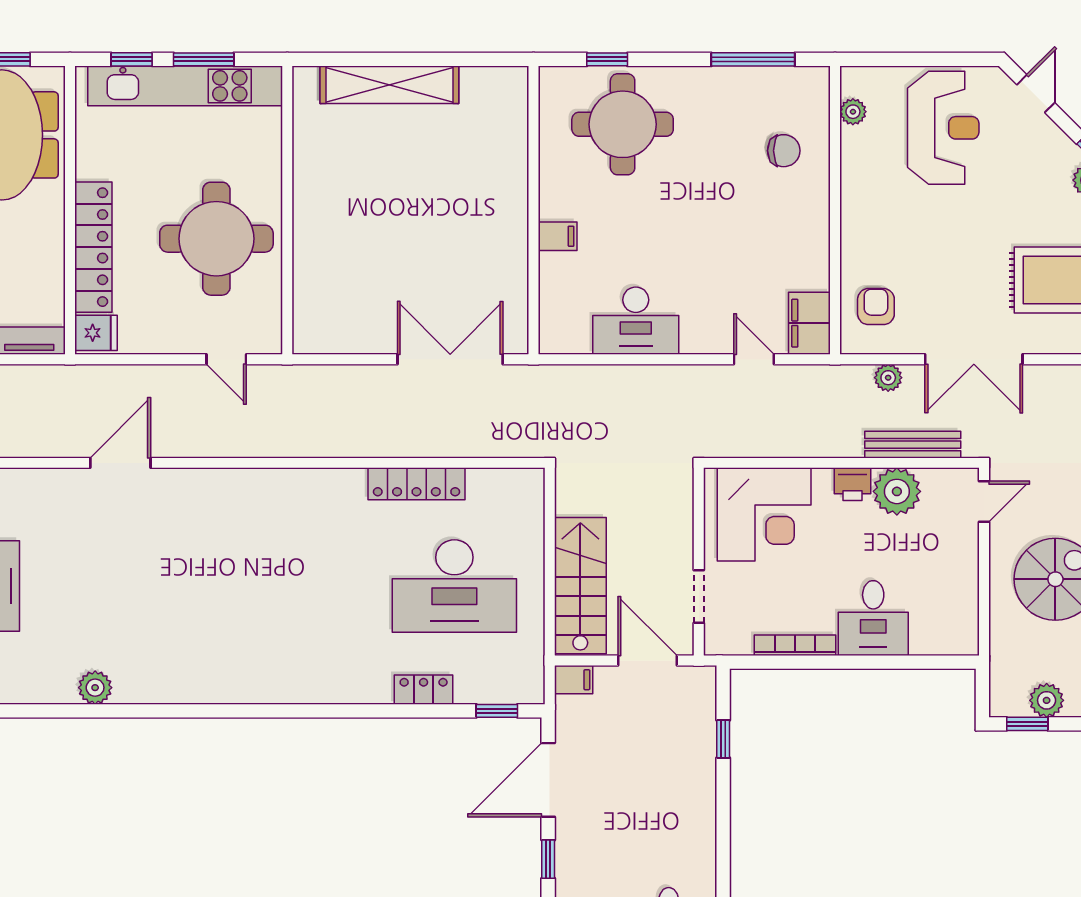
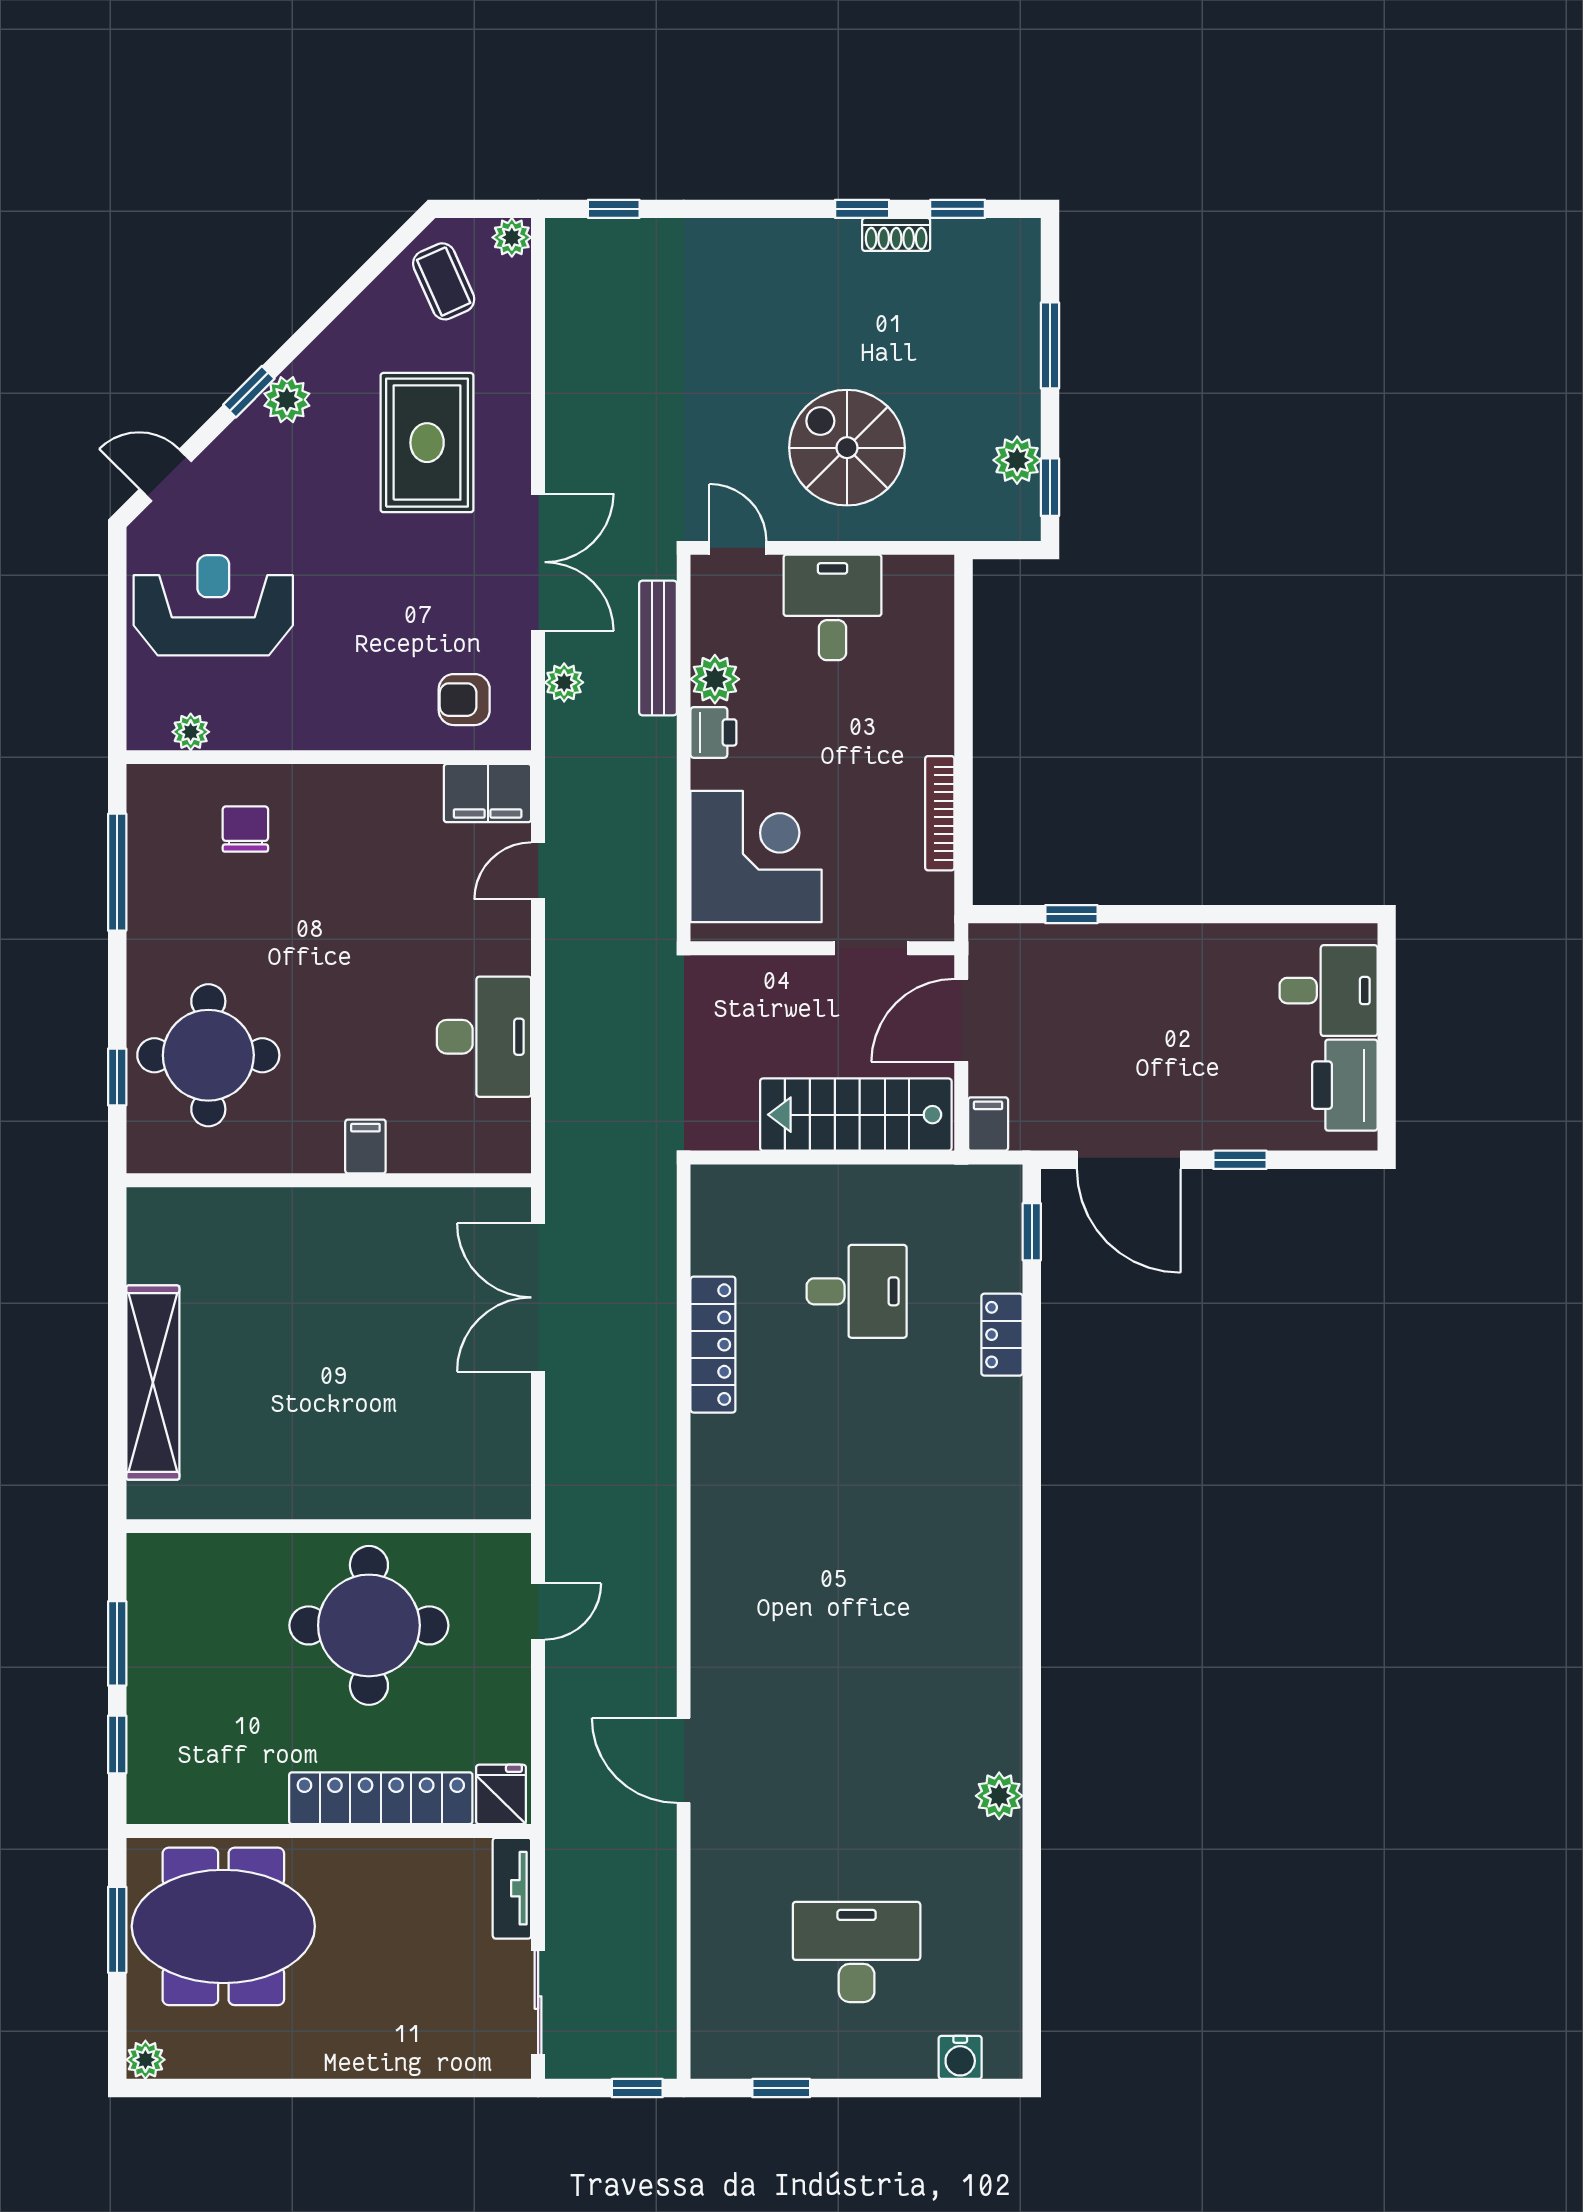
kitchen unit: (185, 86) -> (154, 1669), removed
plant: (897, 491) -> (715, 679), width x0.73, depth x0.73
desk: (454, 586) -> (857, 1291), width x0.53, depth x0.77
desk: (873, 618) -> (833, 607), moved, turned -90

